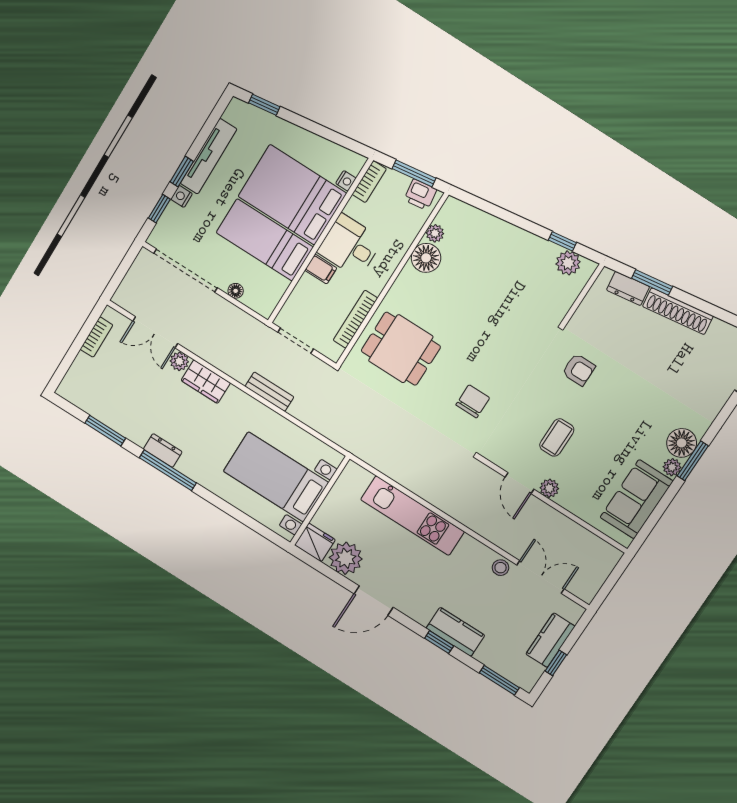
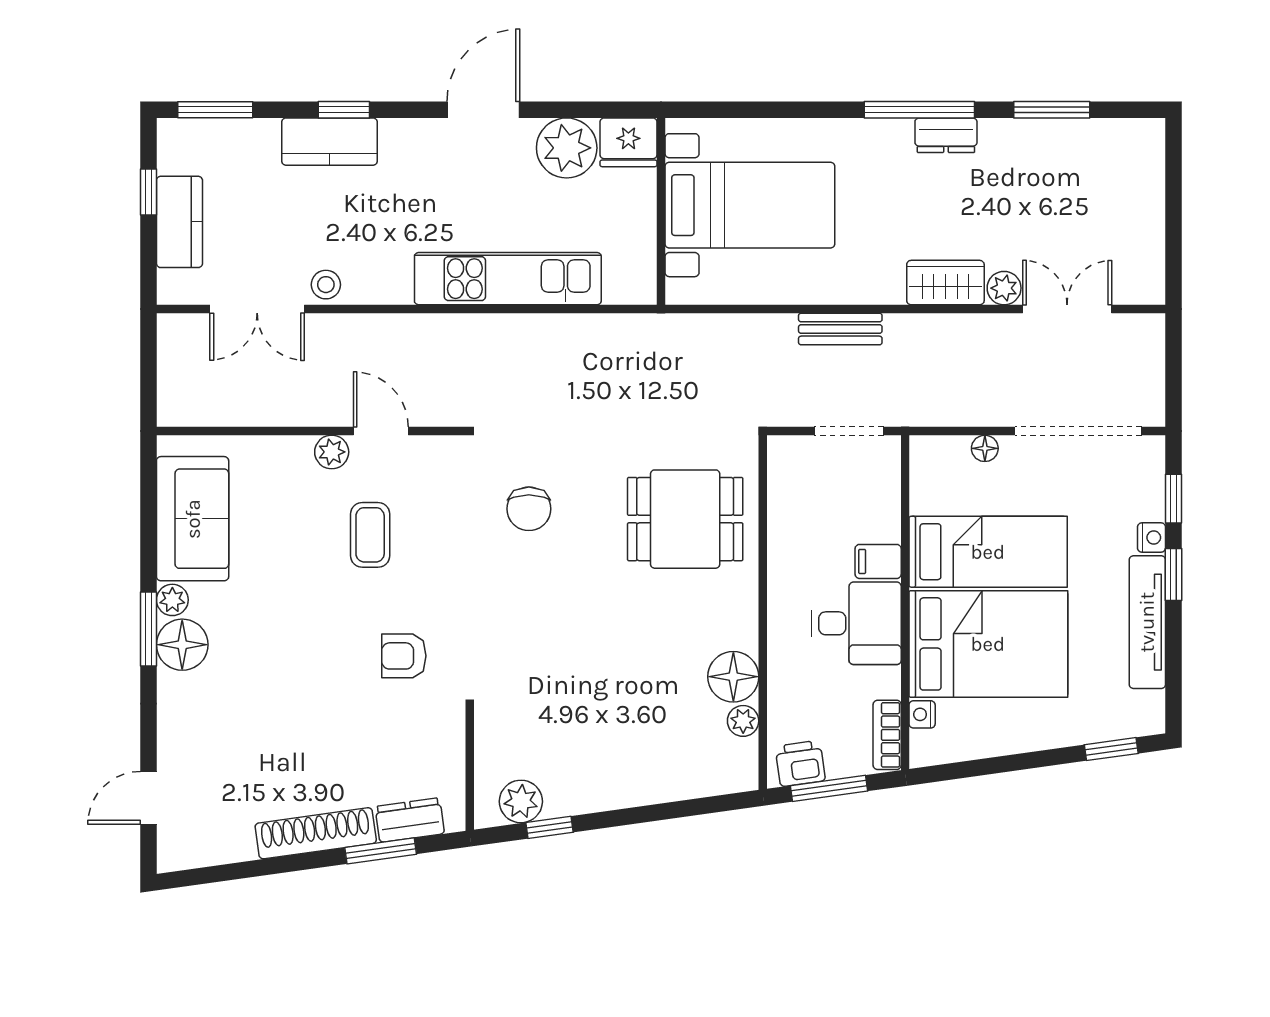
bookcase: (355, 319) -> (780, 520), removed
bookcase: (96, 337) -> (1152, 245), removed

